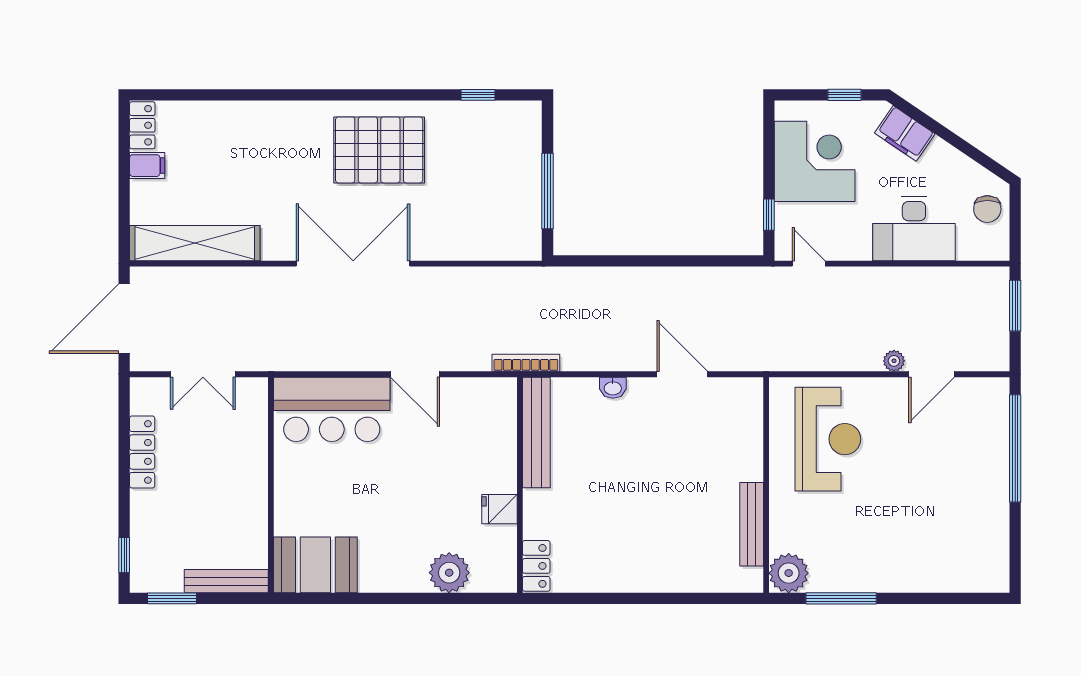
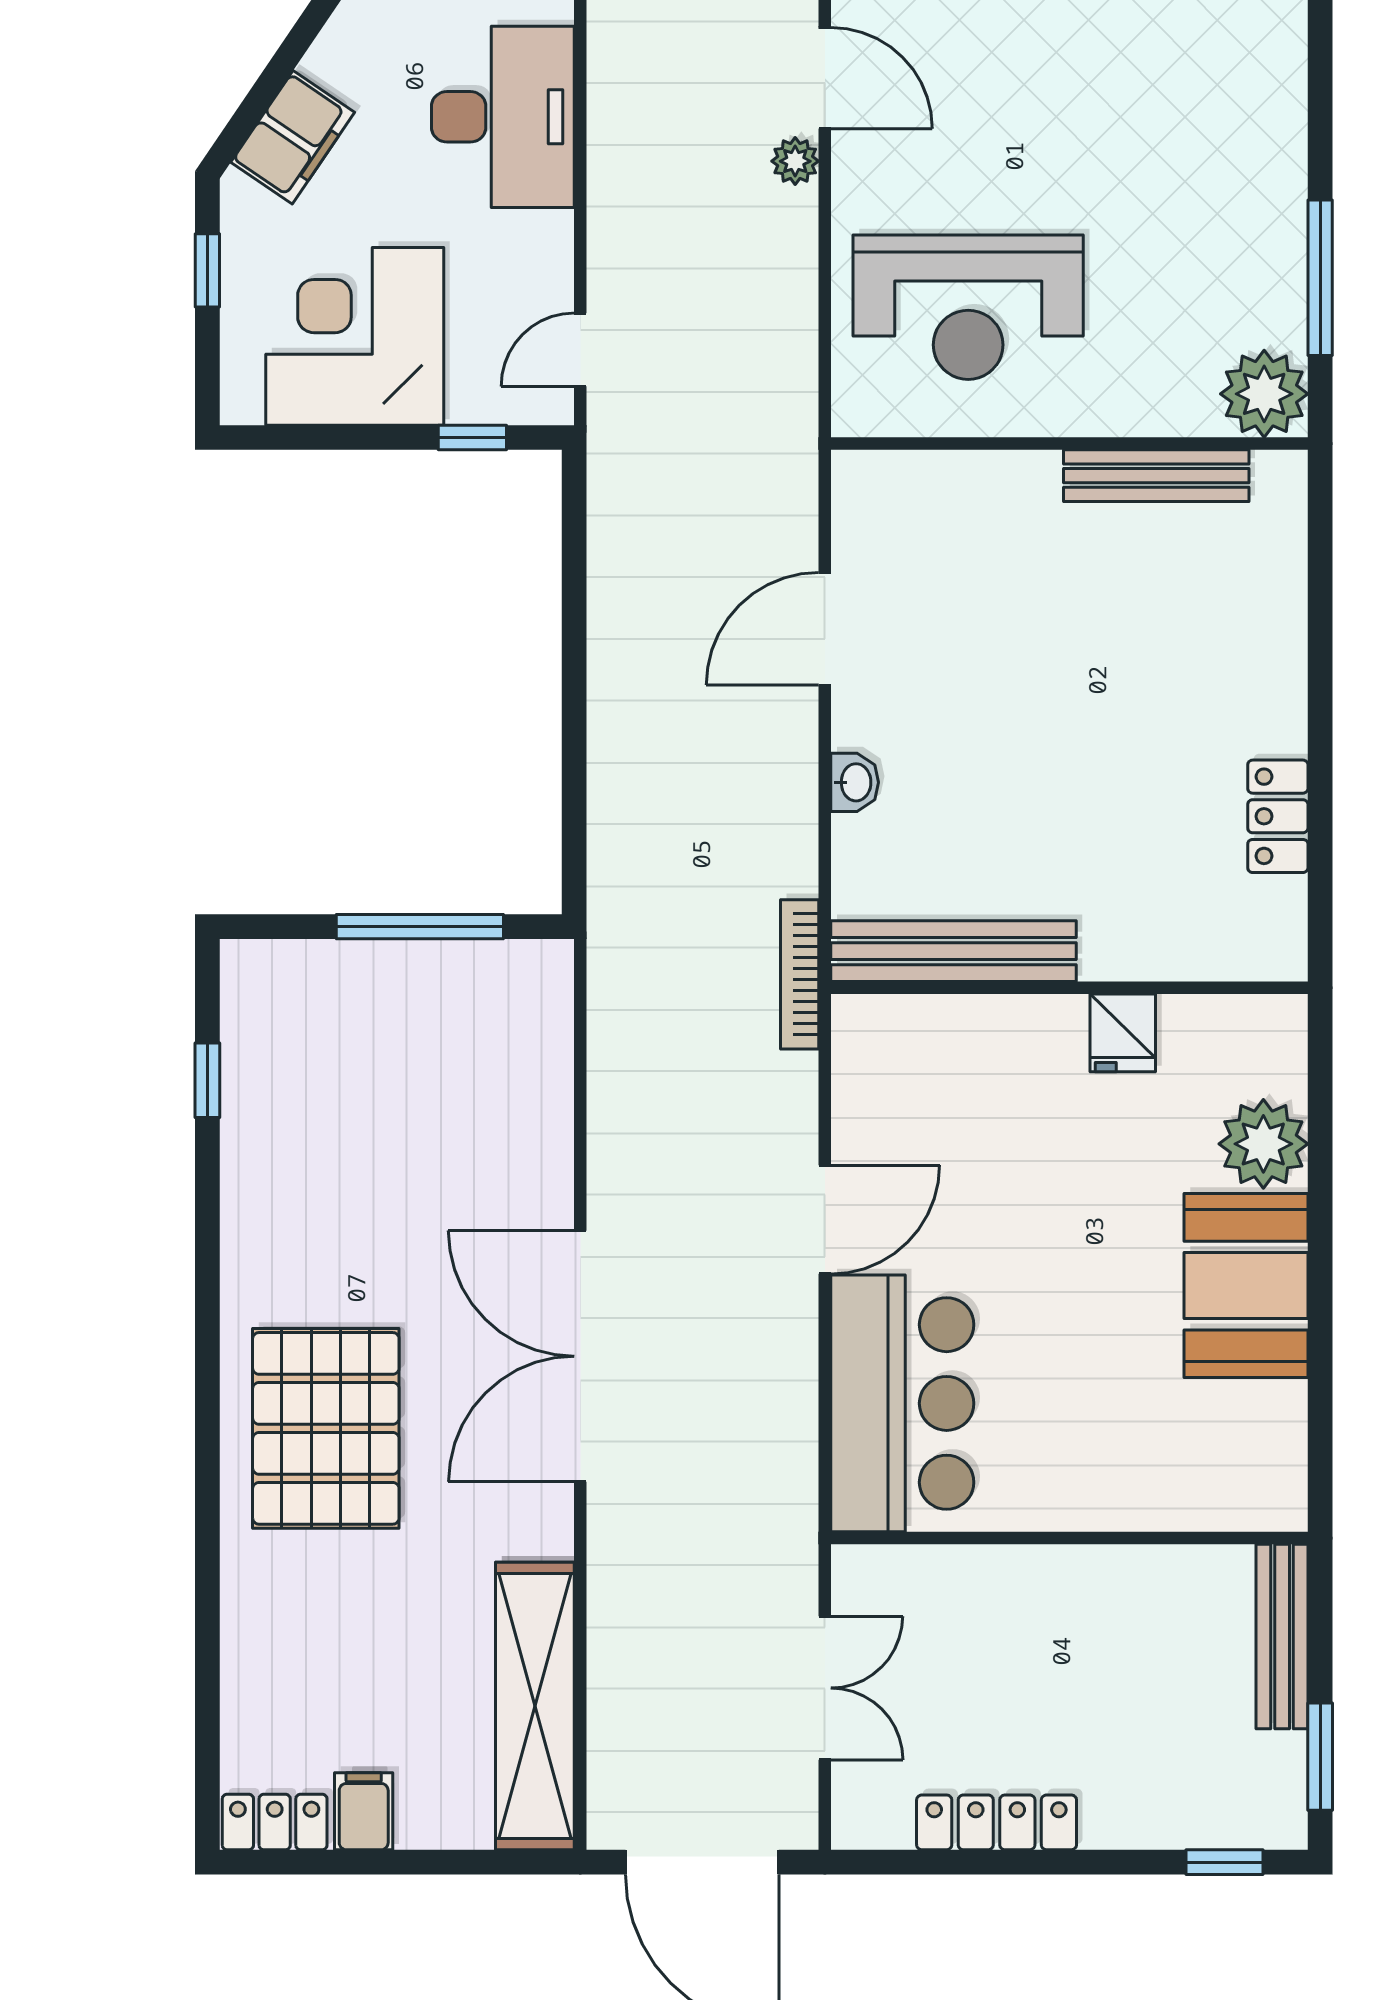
pallet: (379, 150) -> (326, 1428), moved
reception desk: (828, 439) -> (968, 307), turned 180
booth: (315, 565) -> (1246, 1286), moved
locker: (536, 566) -> (1278, 816), moved, turned -90

